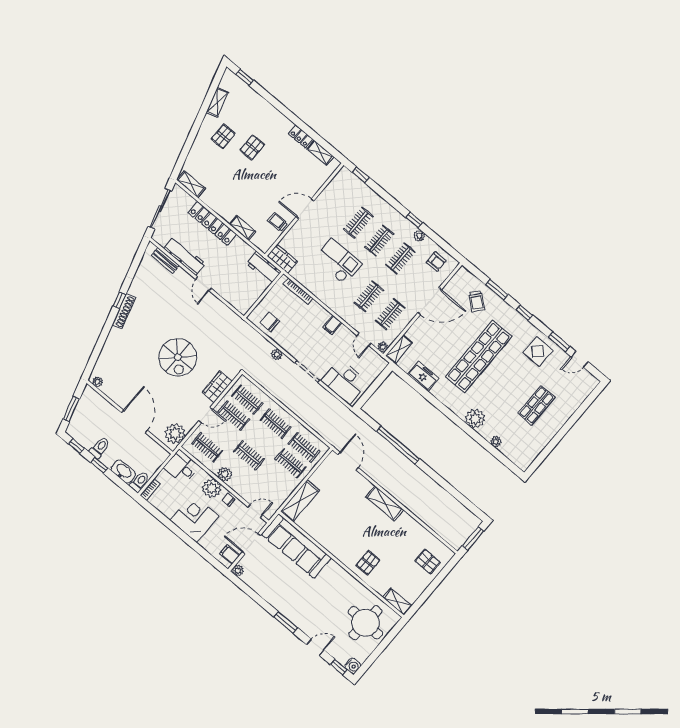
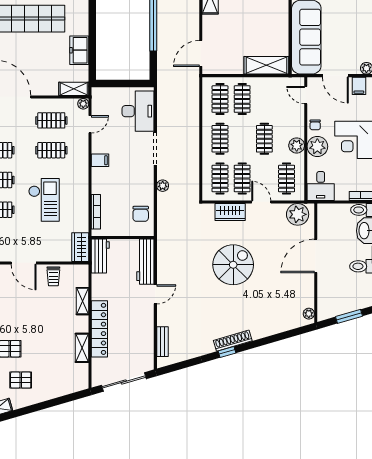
shelving: (191, 184) -> (82, 348), moved
workbench: (185, 256) -> (145, 262), moved
checkout: (338, 261) -> (44, 200), turned 180

